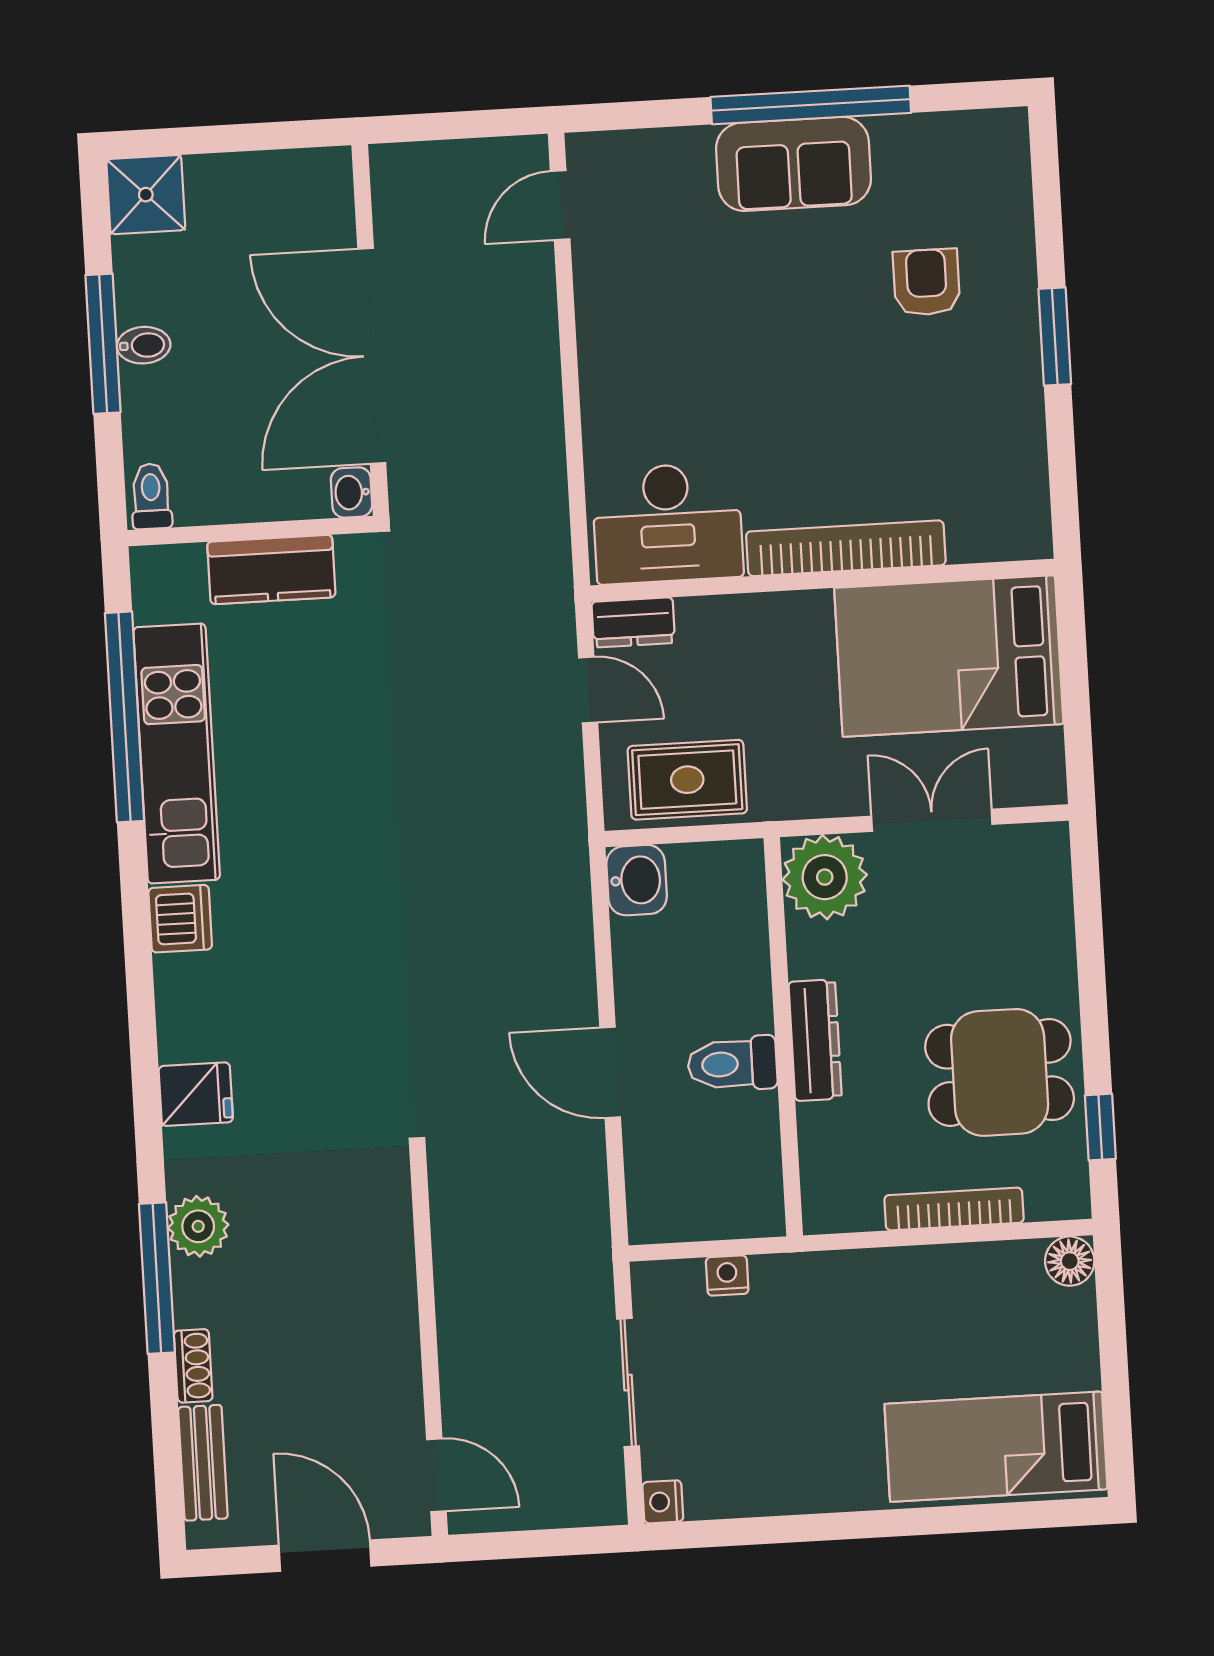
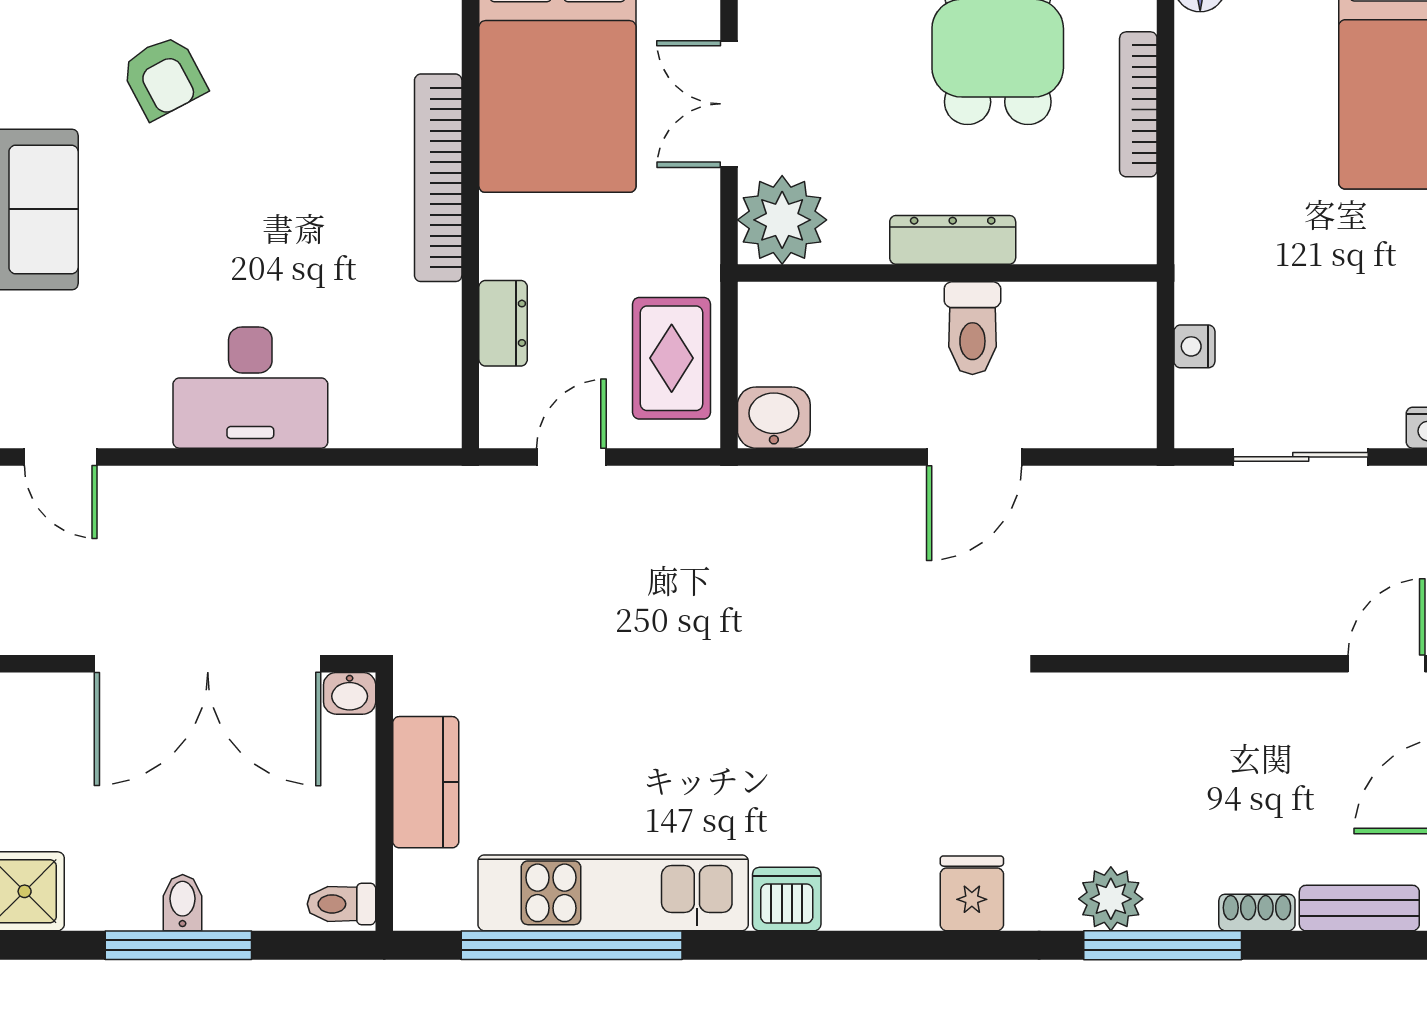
armchair: (927, 282) -> (164, 77), turned -118
desk: (667, 523) -> (250, 388), moved, turned 90
dresser: (633, 622) -> (503, 323), moved

